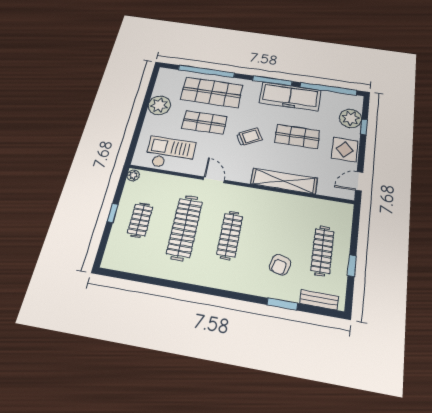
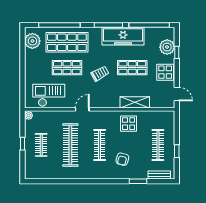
plant: (159, 105) -> (32, 41), moved
door: (214, 180) -> (82, 109), hinge flipped
shelving: (284, 181) -> (135, 102), width x0.68
door: (359, 181) -> (177, 94), swing flipped
display table: (280, 211) -> (129, 124), added
armchair: (280, 265) -> (122, 159), moved

